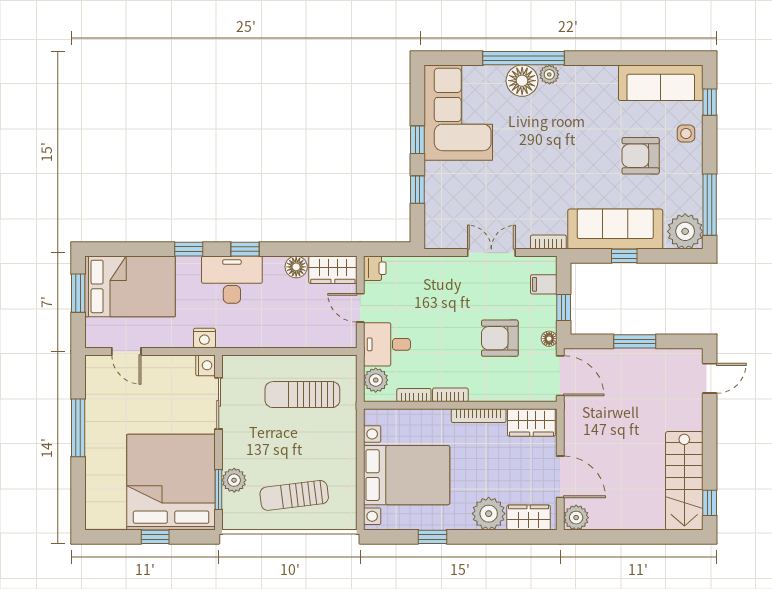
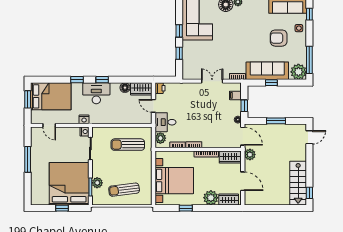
armchair: (500, 338) -> (216, 119), removed
plant: (576, 518) -> (250, 155), moved

